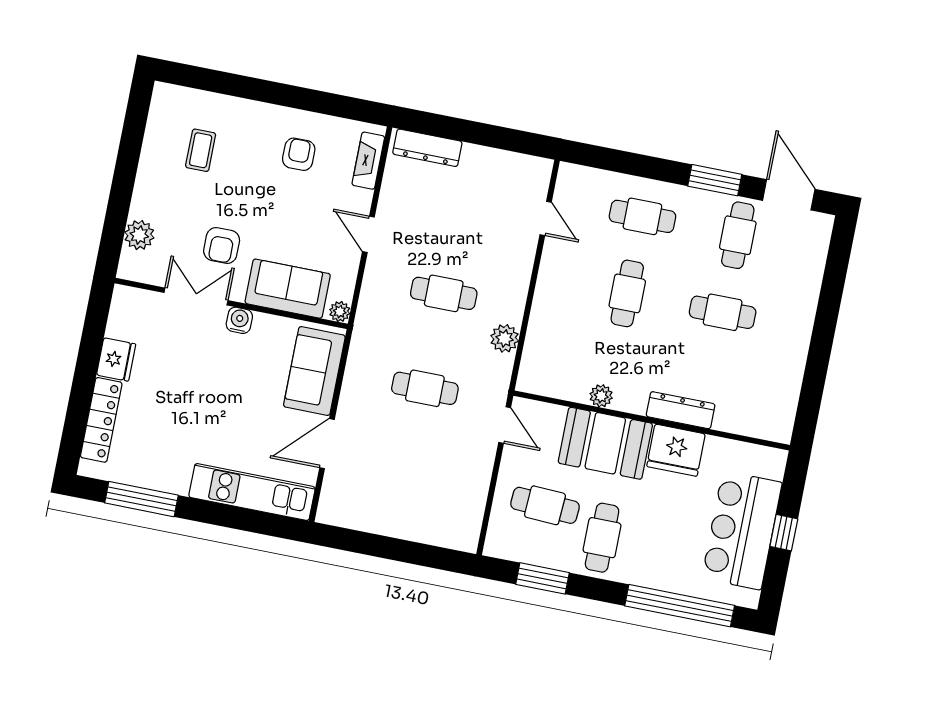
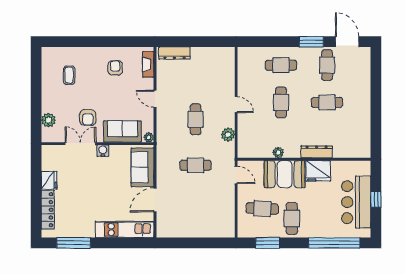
door: (546, 219) -> (236, 105), moved
cafe table: (444, 293) -> (196, 119), turned 90

